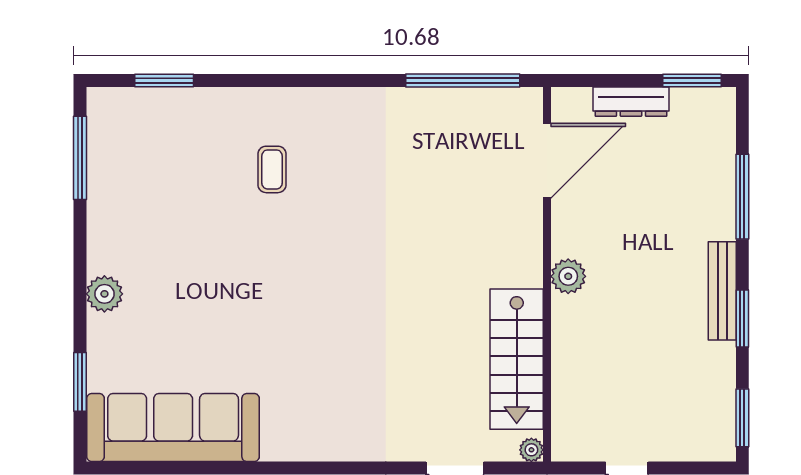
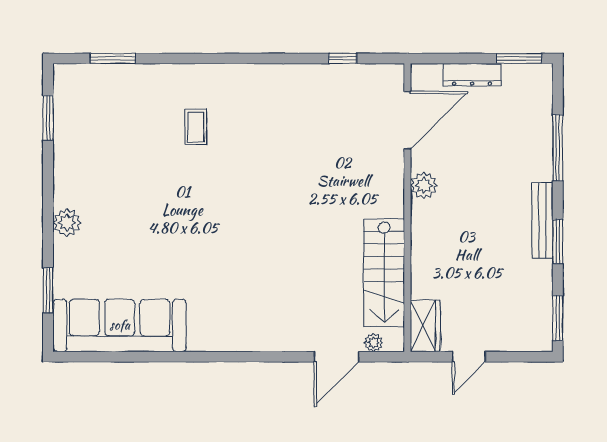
window: (463, 81) -> (343, 59), width x0.32
window: (80, 158) -> (48, 118), width x0.69
plant: (568, 276) -> (424, 185), moved
wardrobe: (570, 428) -> (425, 326), added
plant: (531, 450) -> (373, 343), moved

